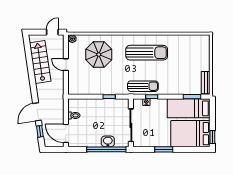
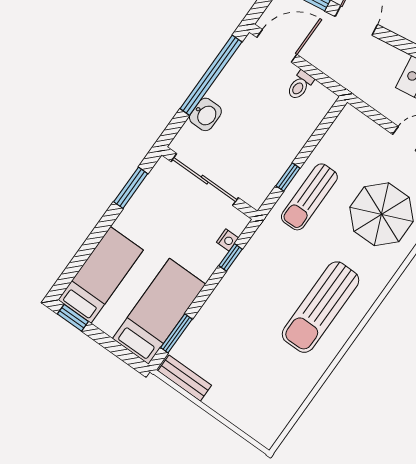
sun lounger: (143, 86) -> (309, 197), moved
bed: (190, 134) -> (101, 275), width x0.67
window: (106, 149) -> (211, 75), moved
window: (164, 149) -> (131, 188), moved

